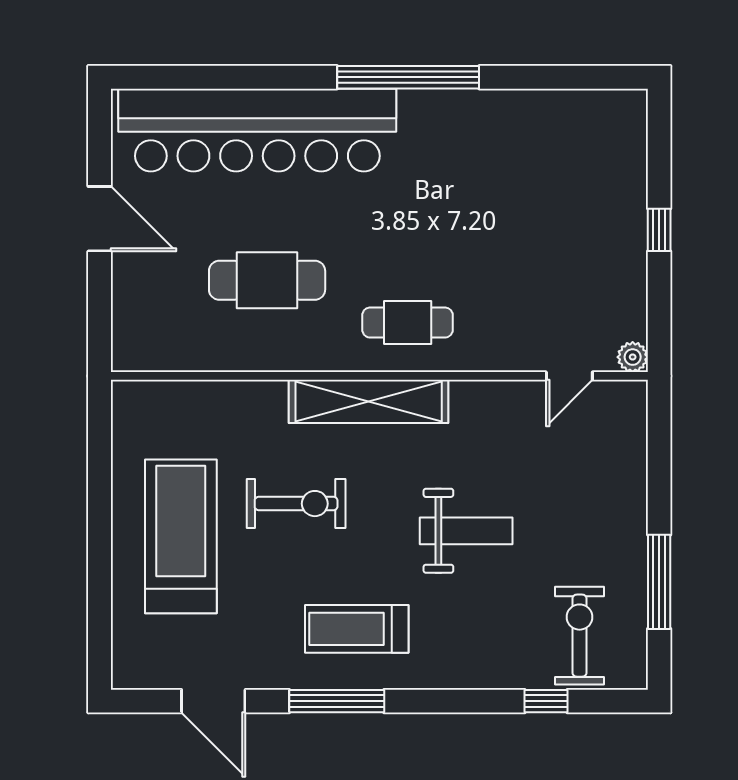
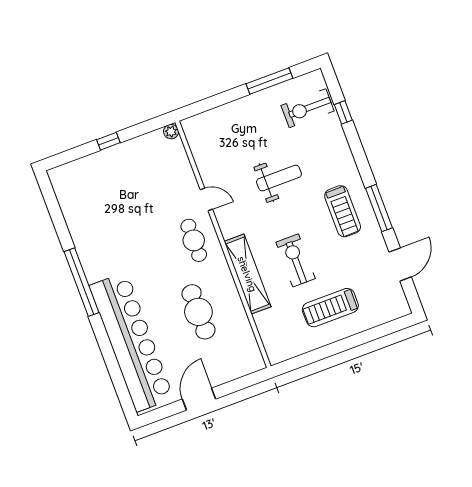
door: (569, 376) -> (206, 199), moved
shelving: (369, 401) -> (247, 274), moved
weight bench: (466, 531) -> (279, 178), turned 90
treadmill: (181, 536) -> (330, 308), width x0.73, depth x0.73

